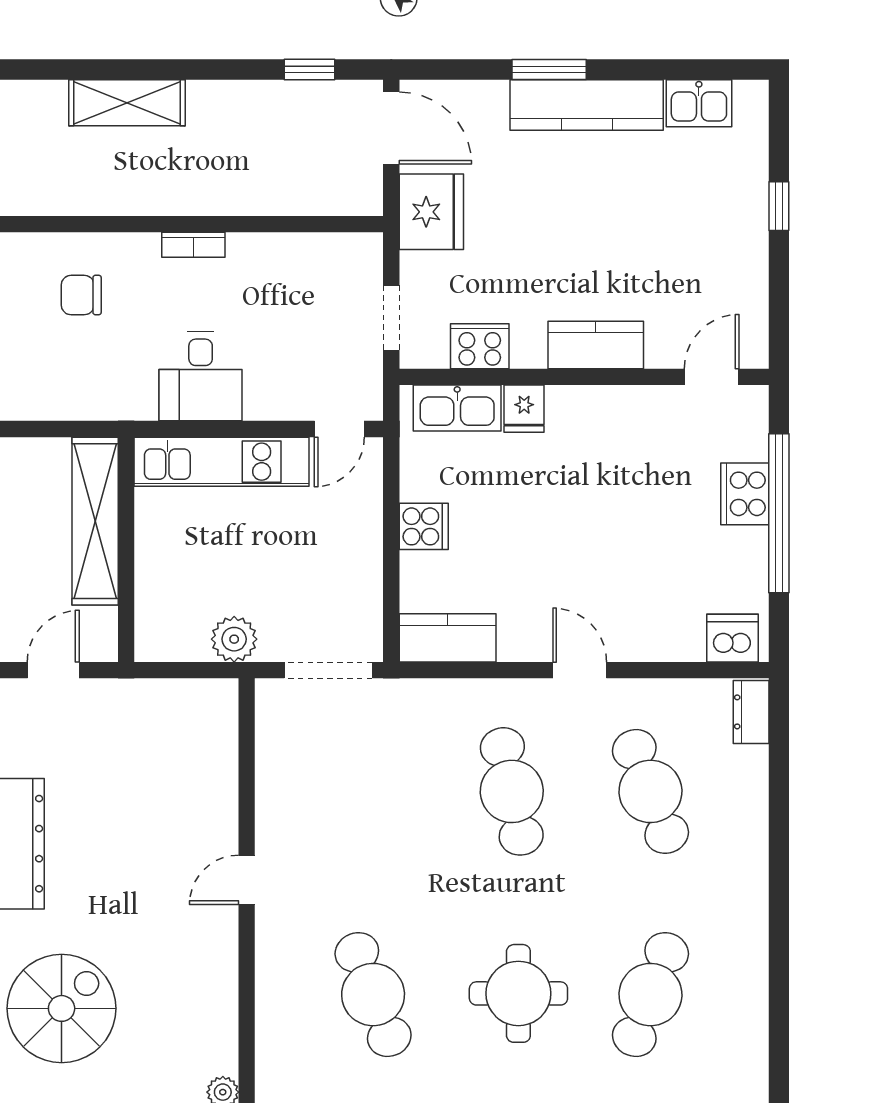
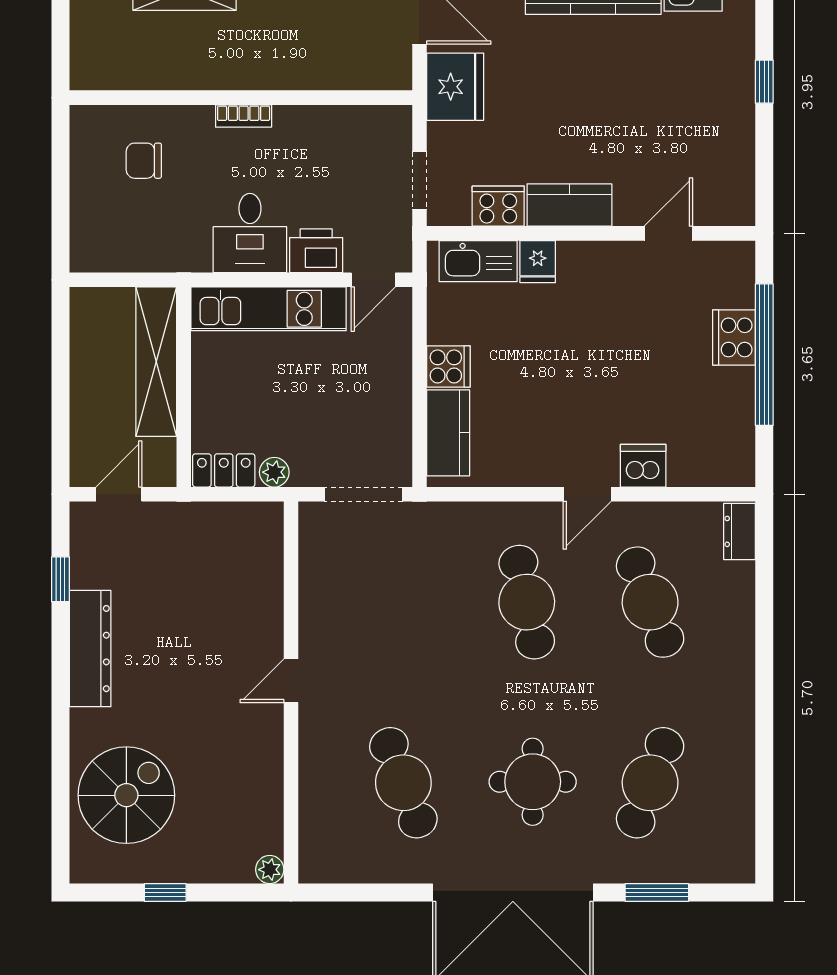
kitchen counter: (596, 345) -> (569, 205), moved
door: (712, 377) -> (668, 233), moved
printer: (275, 396) -> (316, 251), added
kitchen counter: (448, 638) -> (448, 433), moved, turned 90
dishwasher: (732, 638) -> (643, 466), moved
plant: (234, 639) -> (274, 472), width x0.73, depth x0.73
locker: (171, 643) -> (224, 470), added
door: (580, 670) -> (587, 494), swing flipped

